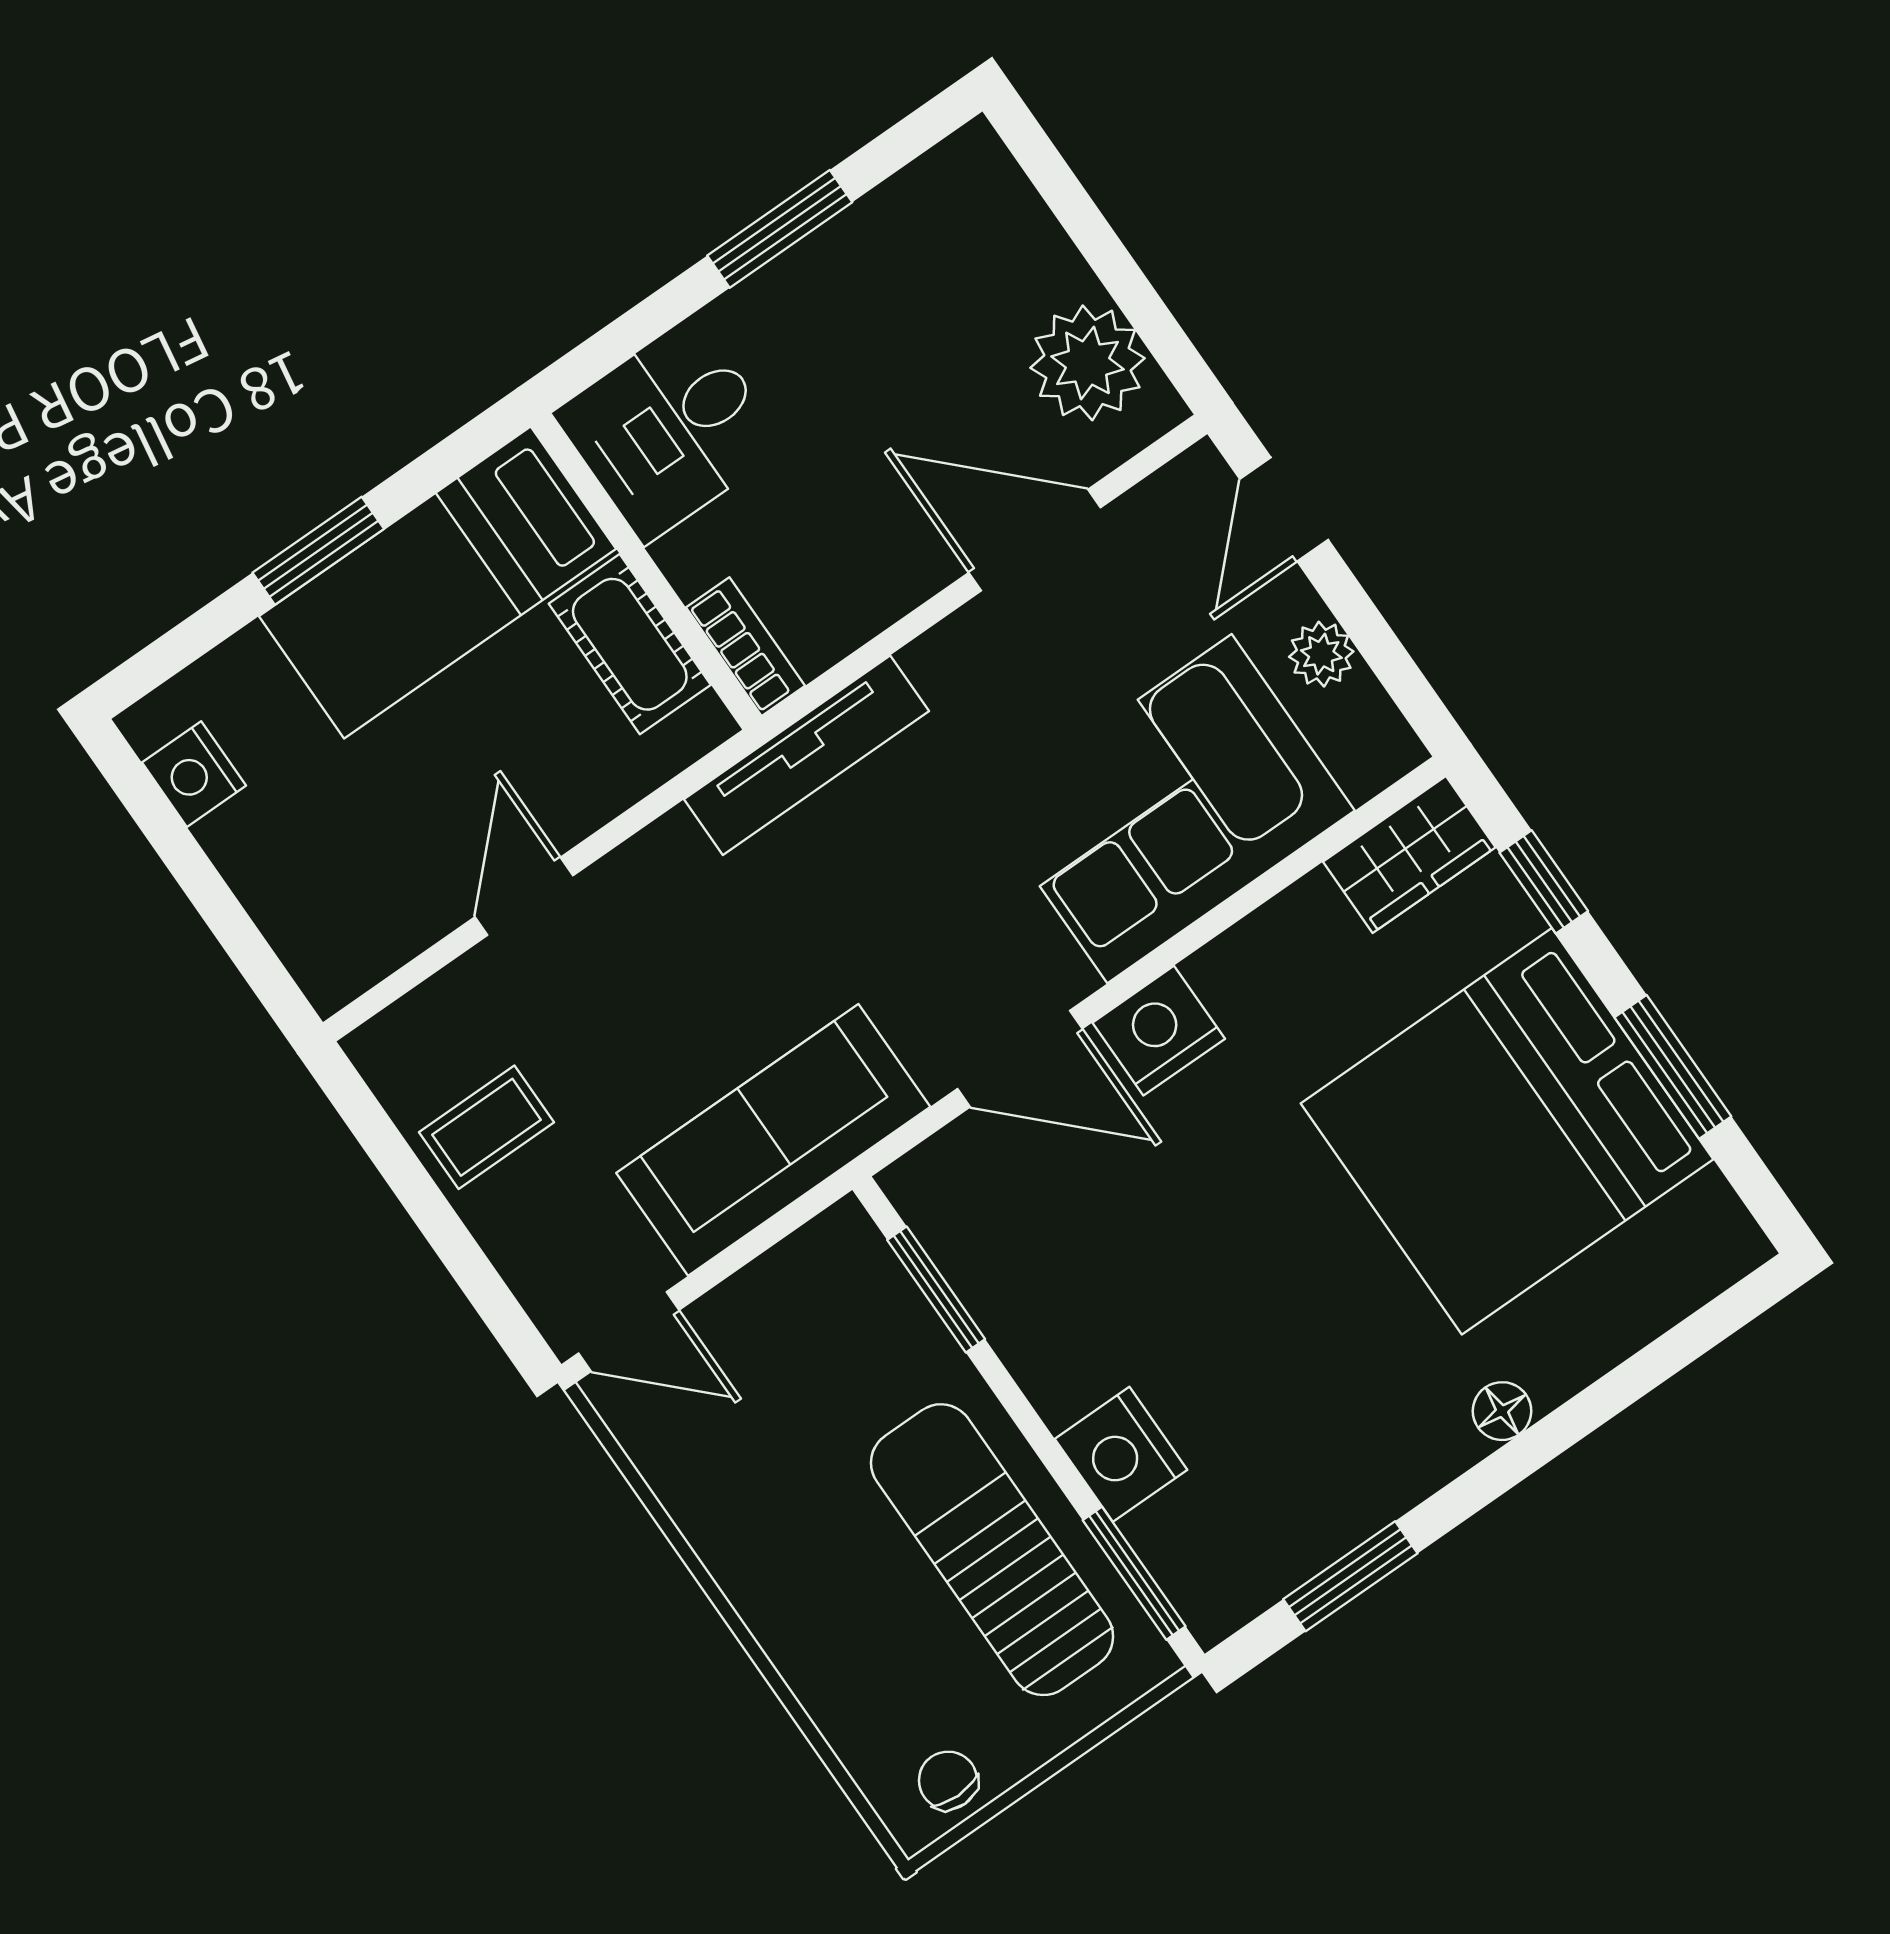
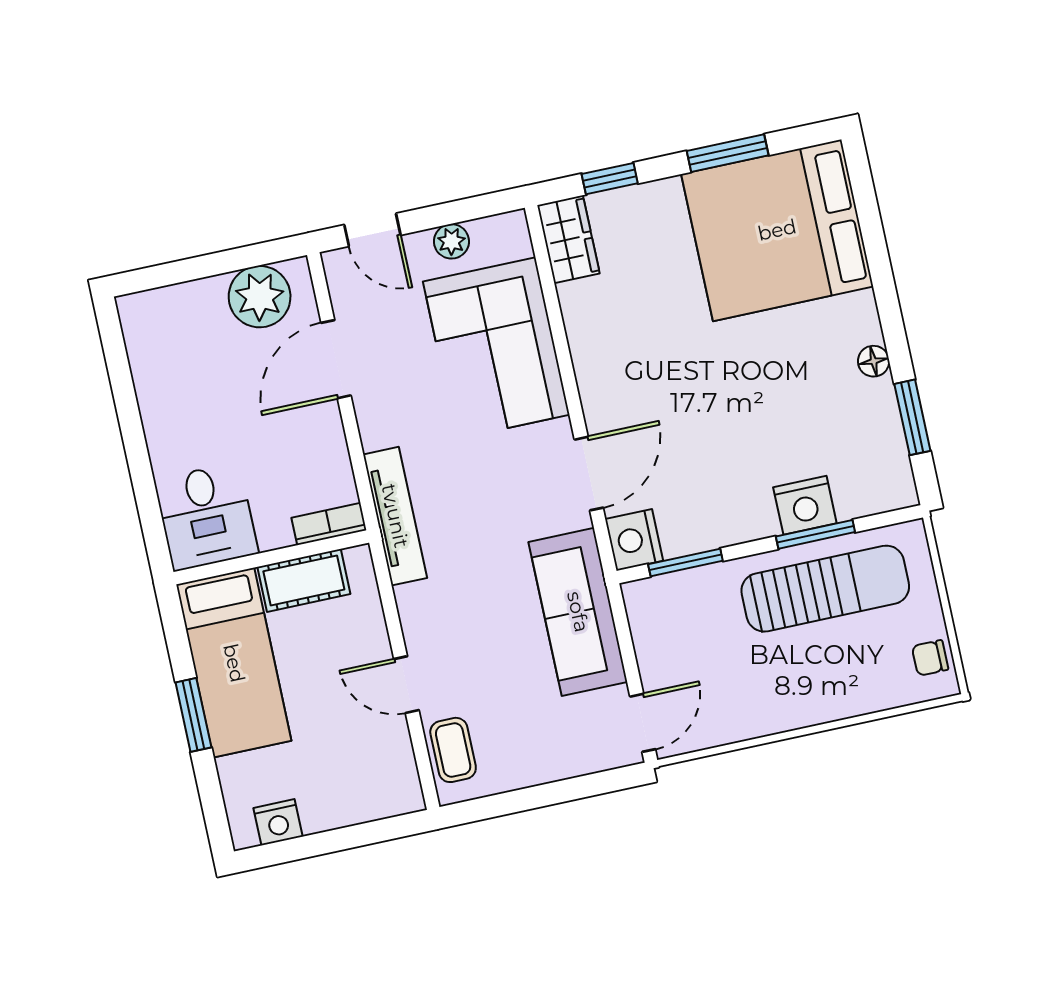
window: (780, 229) -> (130, 421), removed
nightstand: (1159, 1031) -> (634, 540), moved
coffee table: (487, 1127) -> (453, 750), moved
bed: (1507, 1131) -> (777, 230), moved, turned 90
floor lamp: (1502, 1411) -> (874, 361), moved
sun lounger: (992, 1550) -> (825, 589), turned 180
window: (1134, 1573) -> (815, 534), moved

